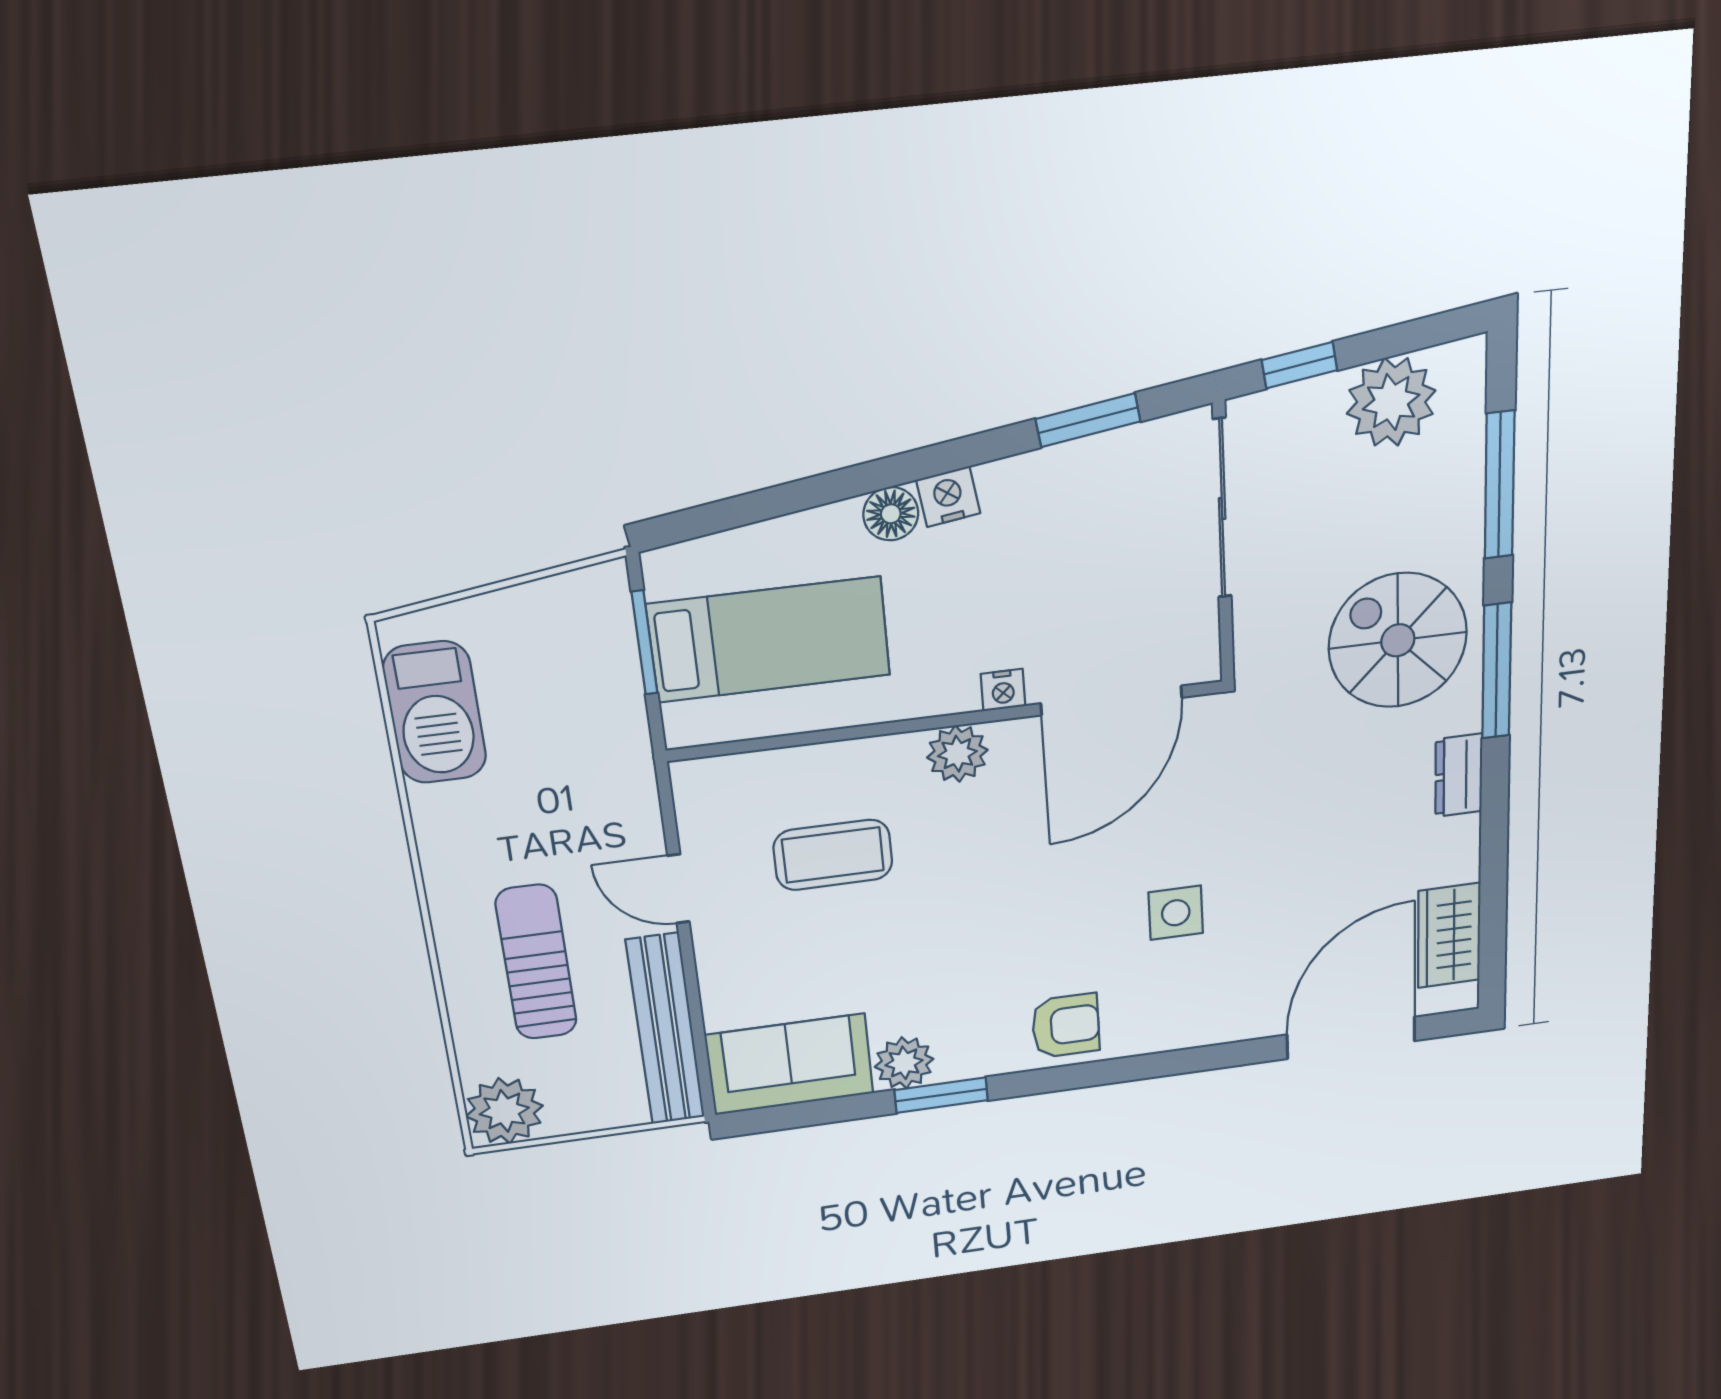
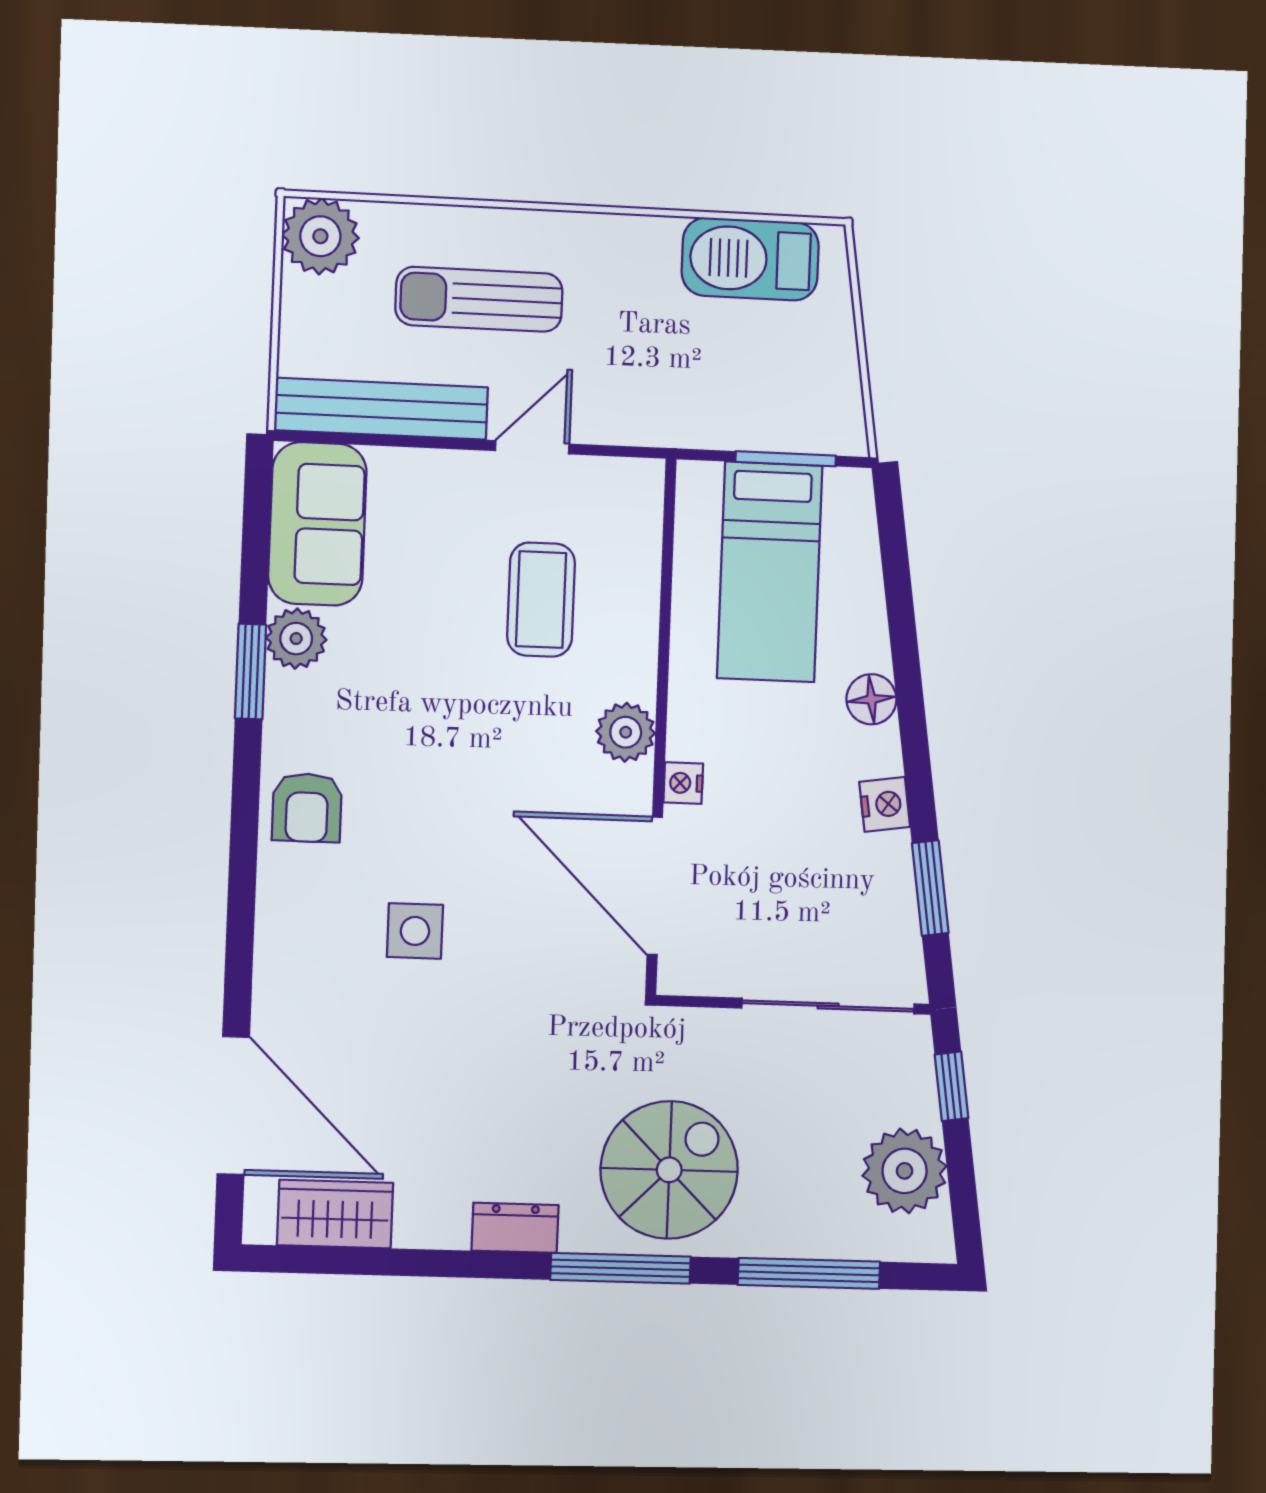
nightstand: (948, 497) -> (885, 804), moved
sun lounger: (536, 962) -> (479, 299), turned 180

